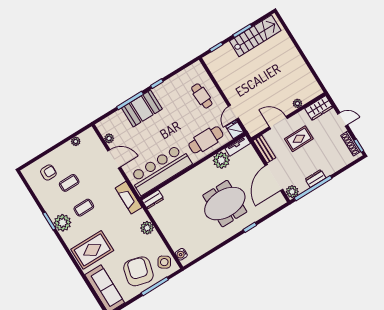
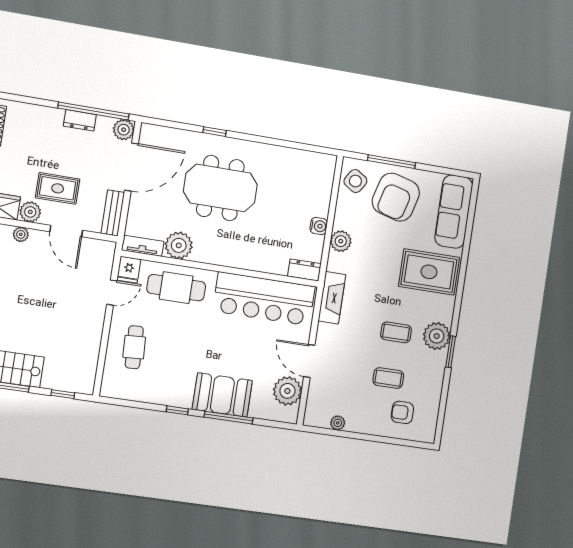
plant: (302, 117) -> (30, 212), added
plant: (109, 138) -> (287, 391), width x1.88, depth x1.88
water cooler: (181, 254) -> (319, 226), moved

